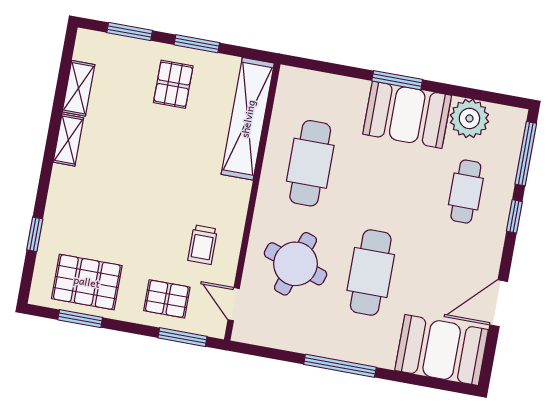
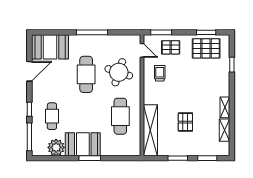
pallet: (173, 84) -> (185, 122), moved

